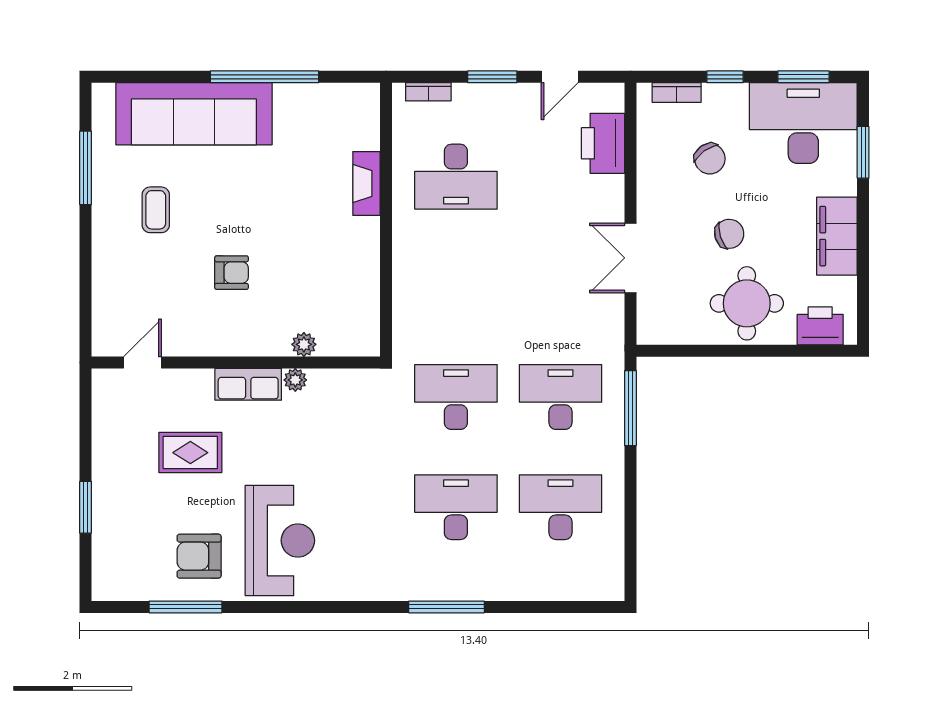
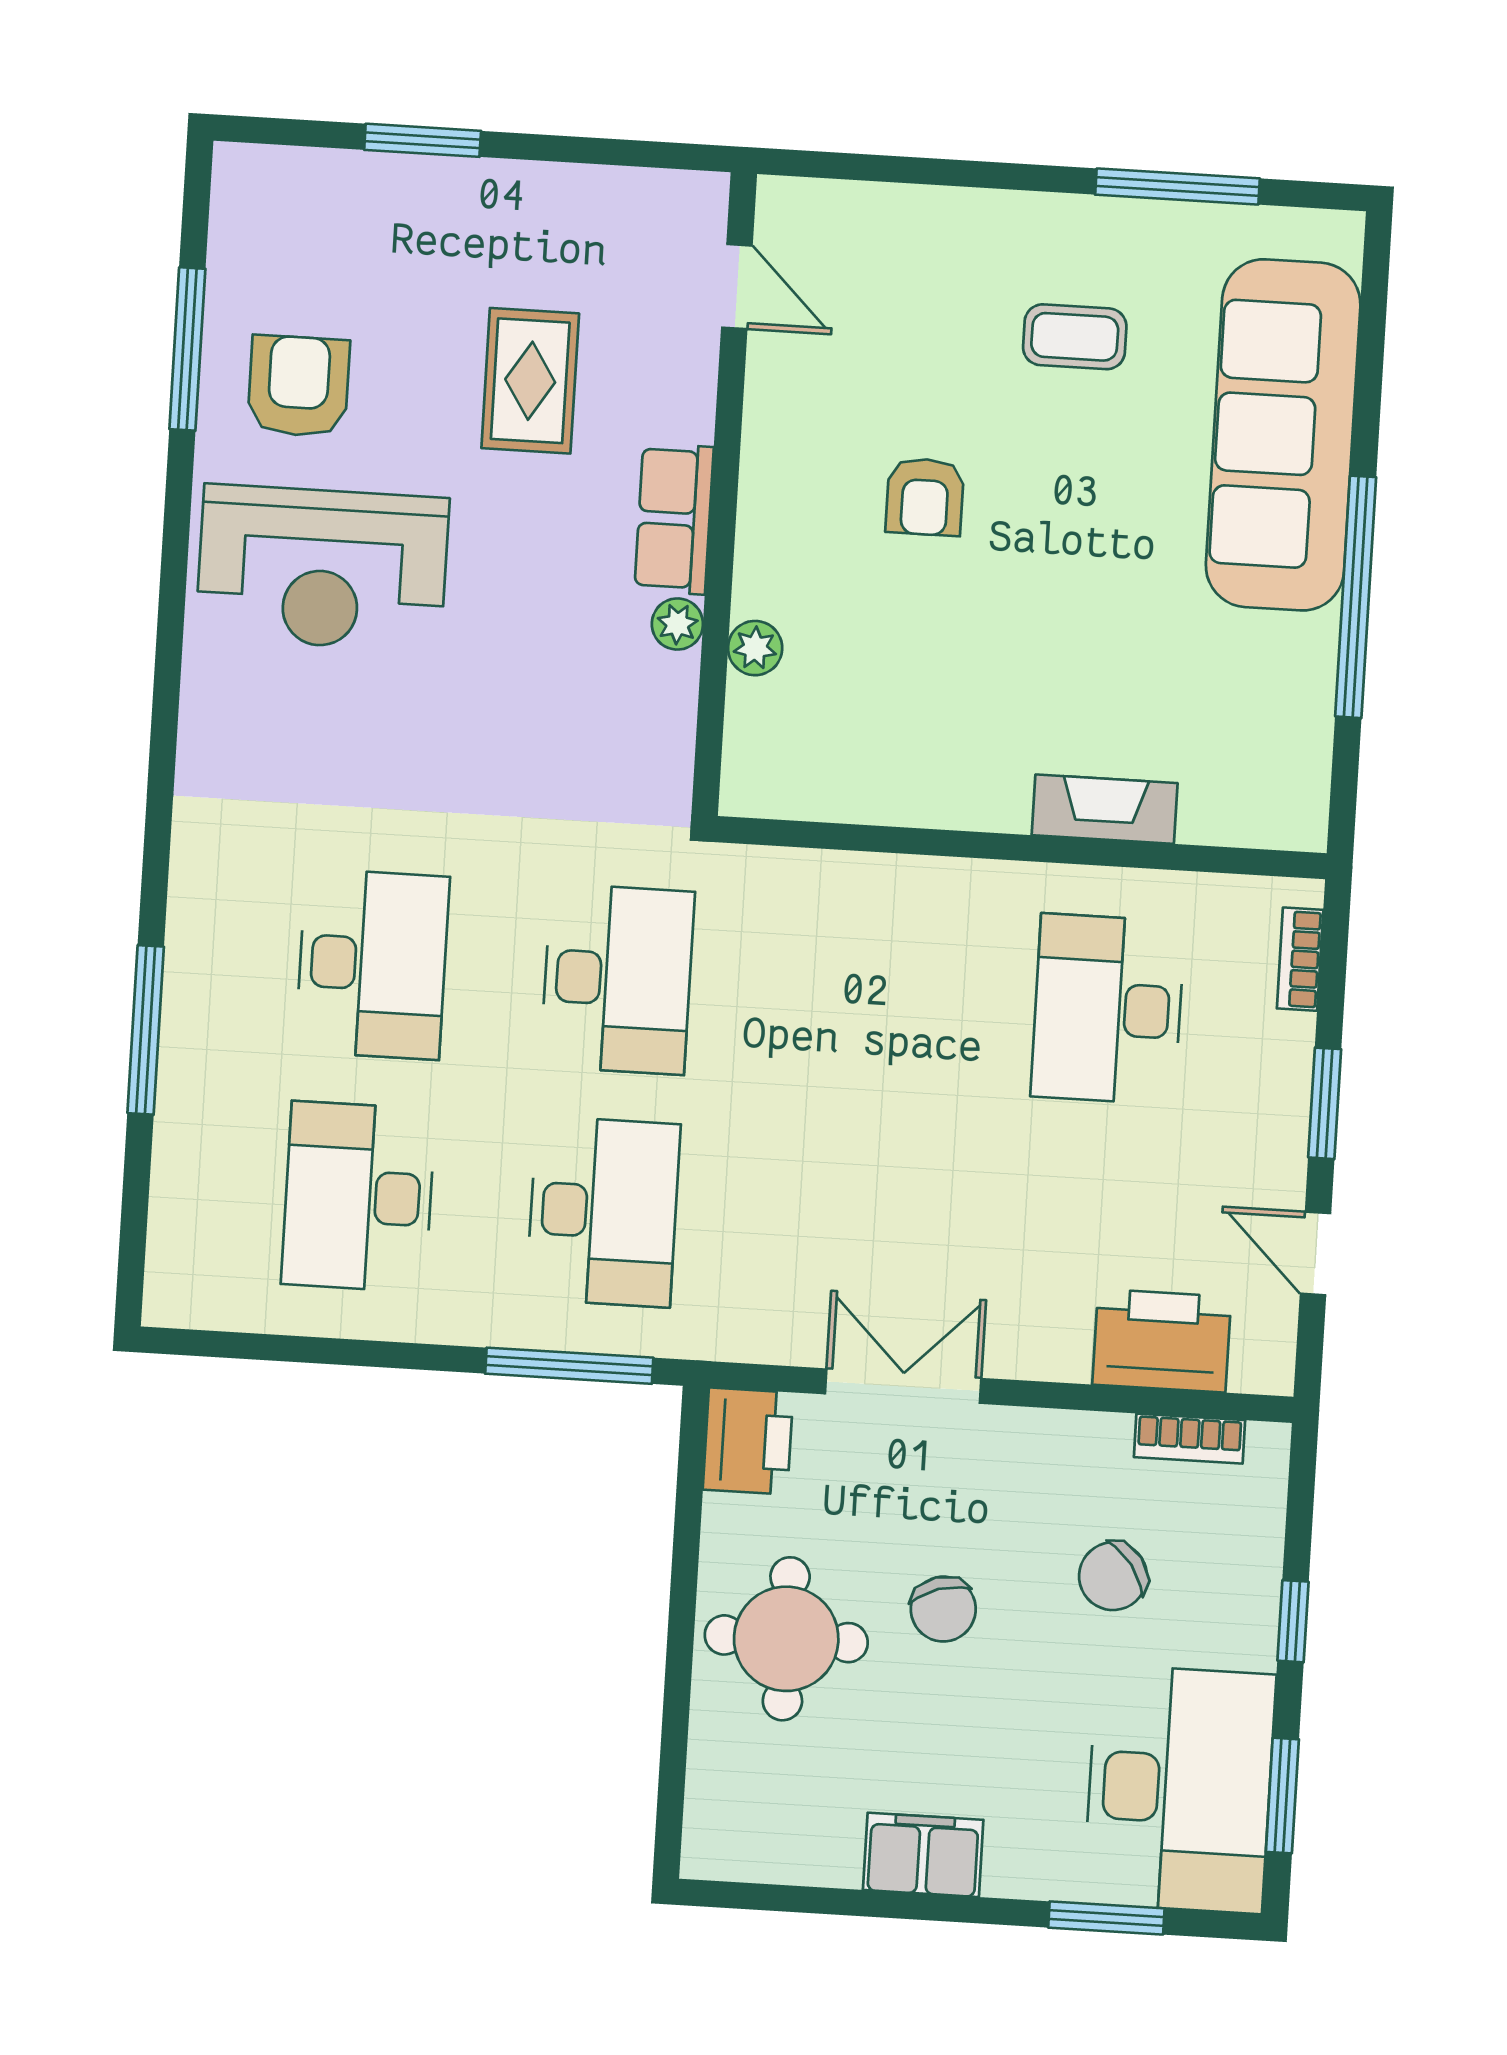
bookcase: (677, 93) -> (1189, 1439), moved, turned -90
filing cabinet: (837, 236) -> (923, 1855), width x0.67, depth x0.86
printer: (820, 326) -> (748, 1441), moved
desk: (560, 507) -> (358, 1197), turned 180
window: (446, 607) -> (146, 1030), moved

